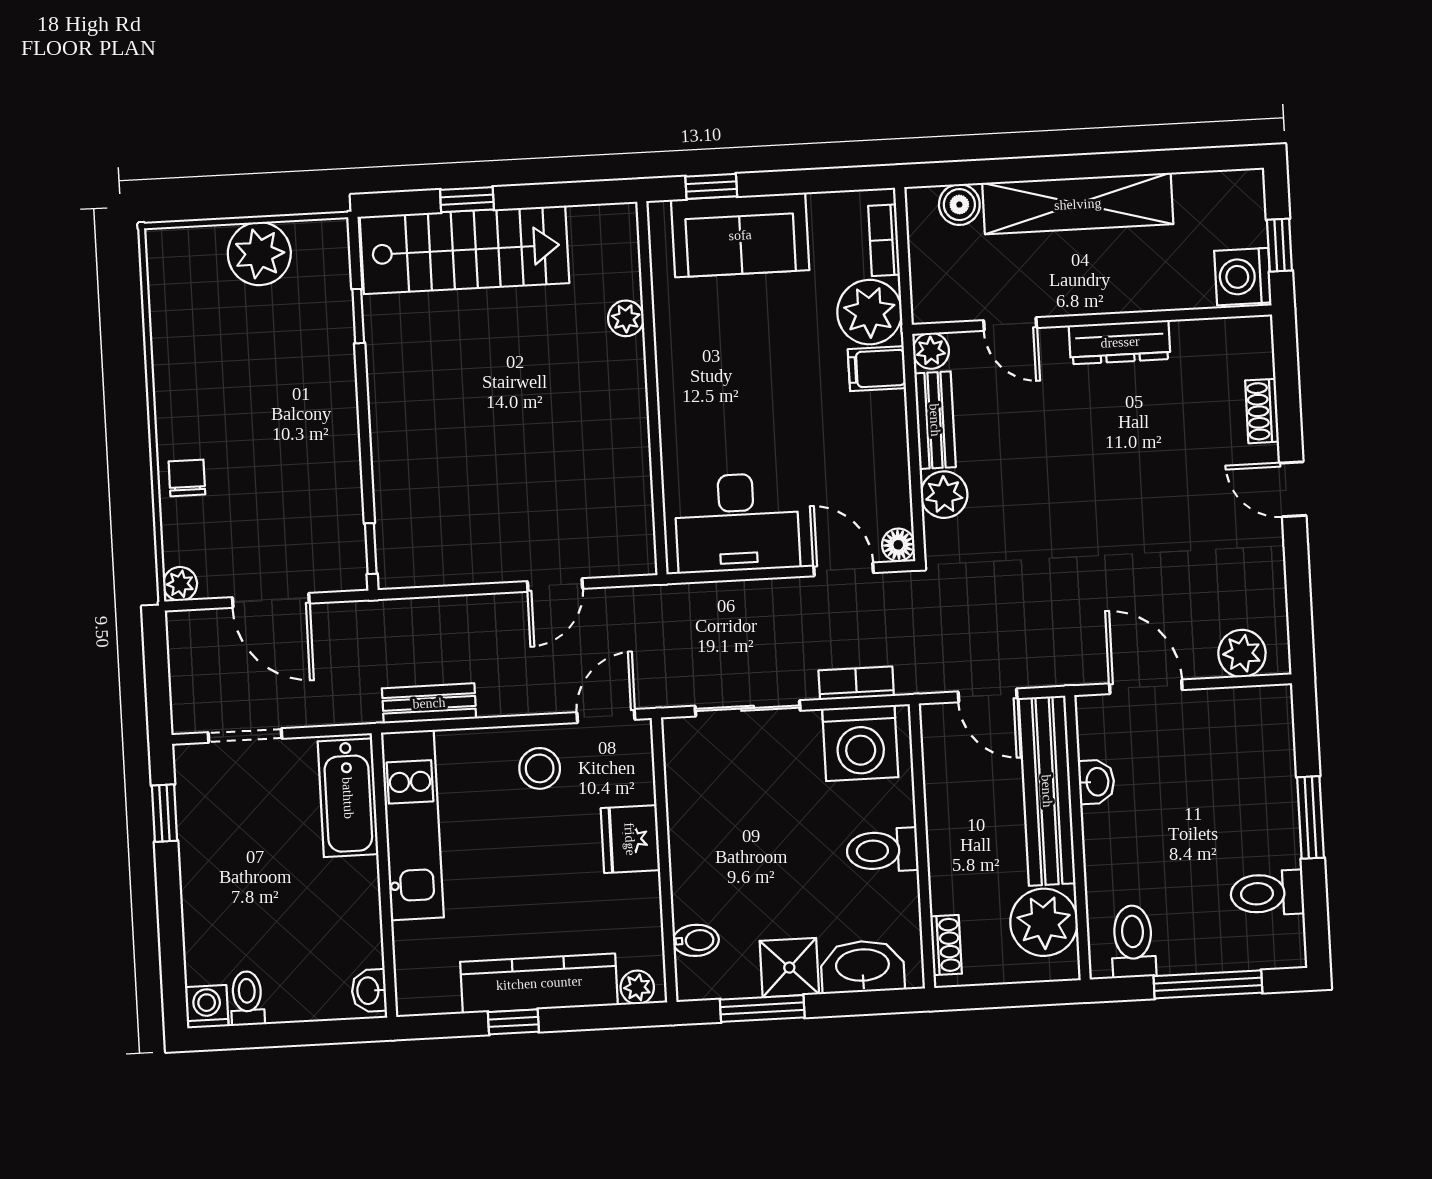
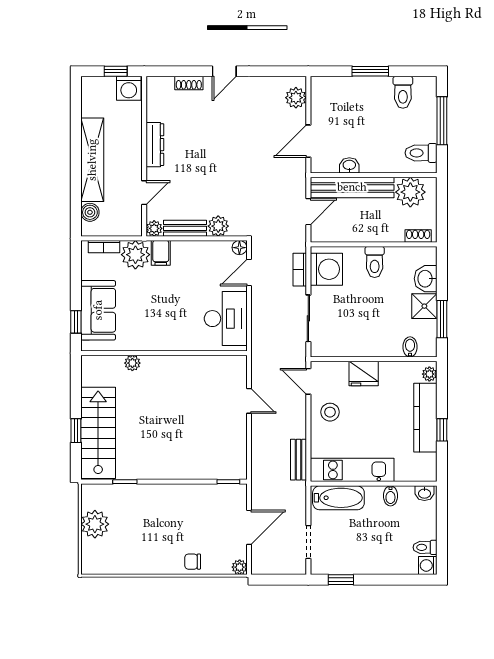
bidet: (359, 914) -> (390, 496), added
washbasin: (863, 967) -> (426, 279), width x0.72

